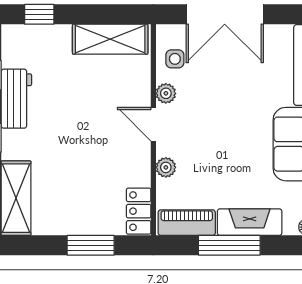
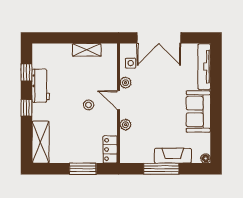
window: (39, 14) -> (54, 38), removed
shelving: (110, 39) -> (87, 50), width x0.67, depth x0.75
stool: (101, 133) -> (89, 105), added
piano: (187, 223) -> (137, 156), removed

